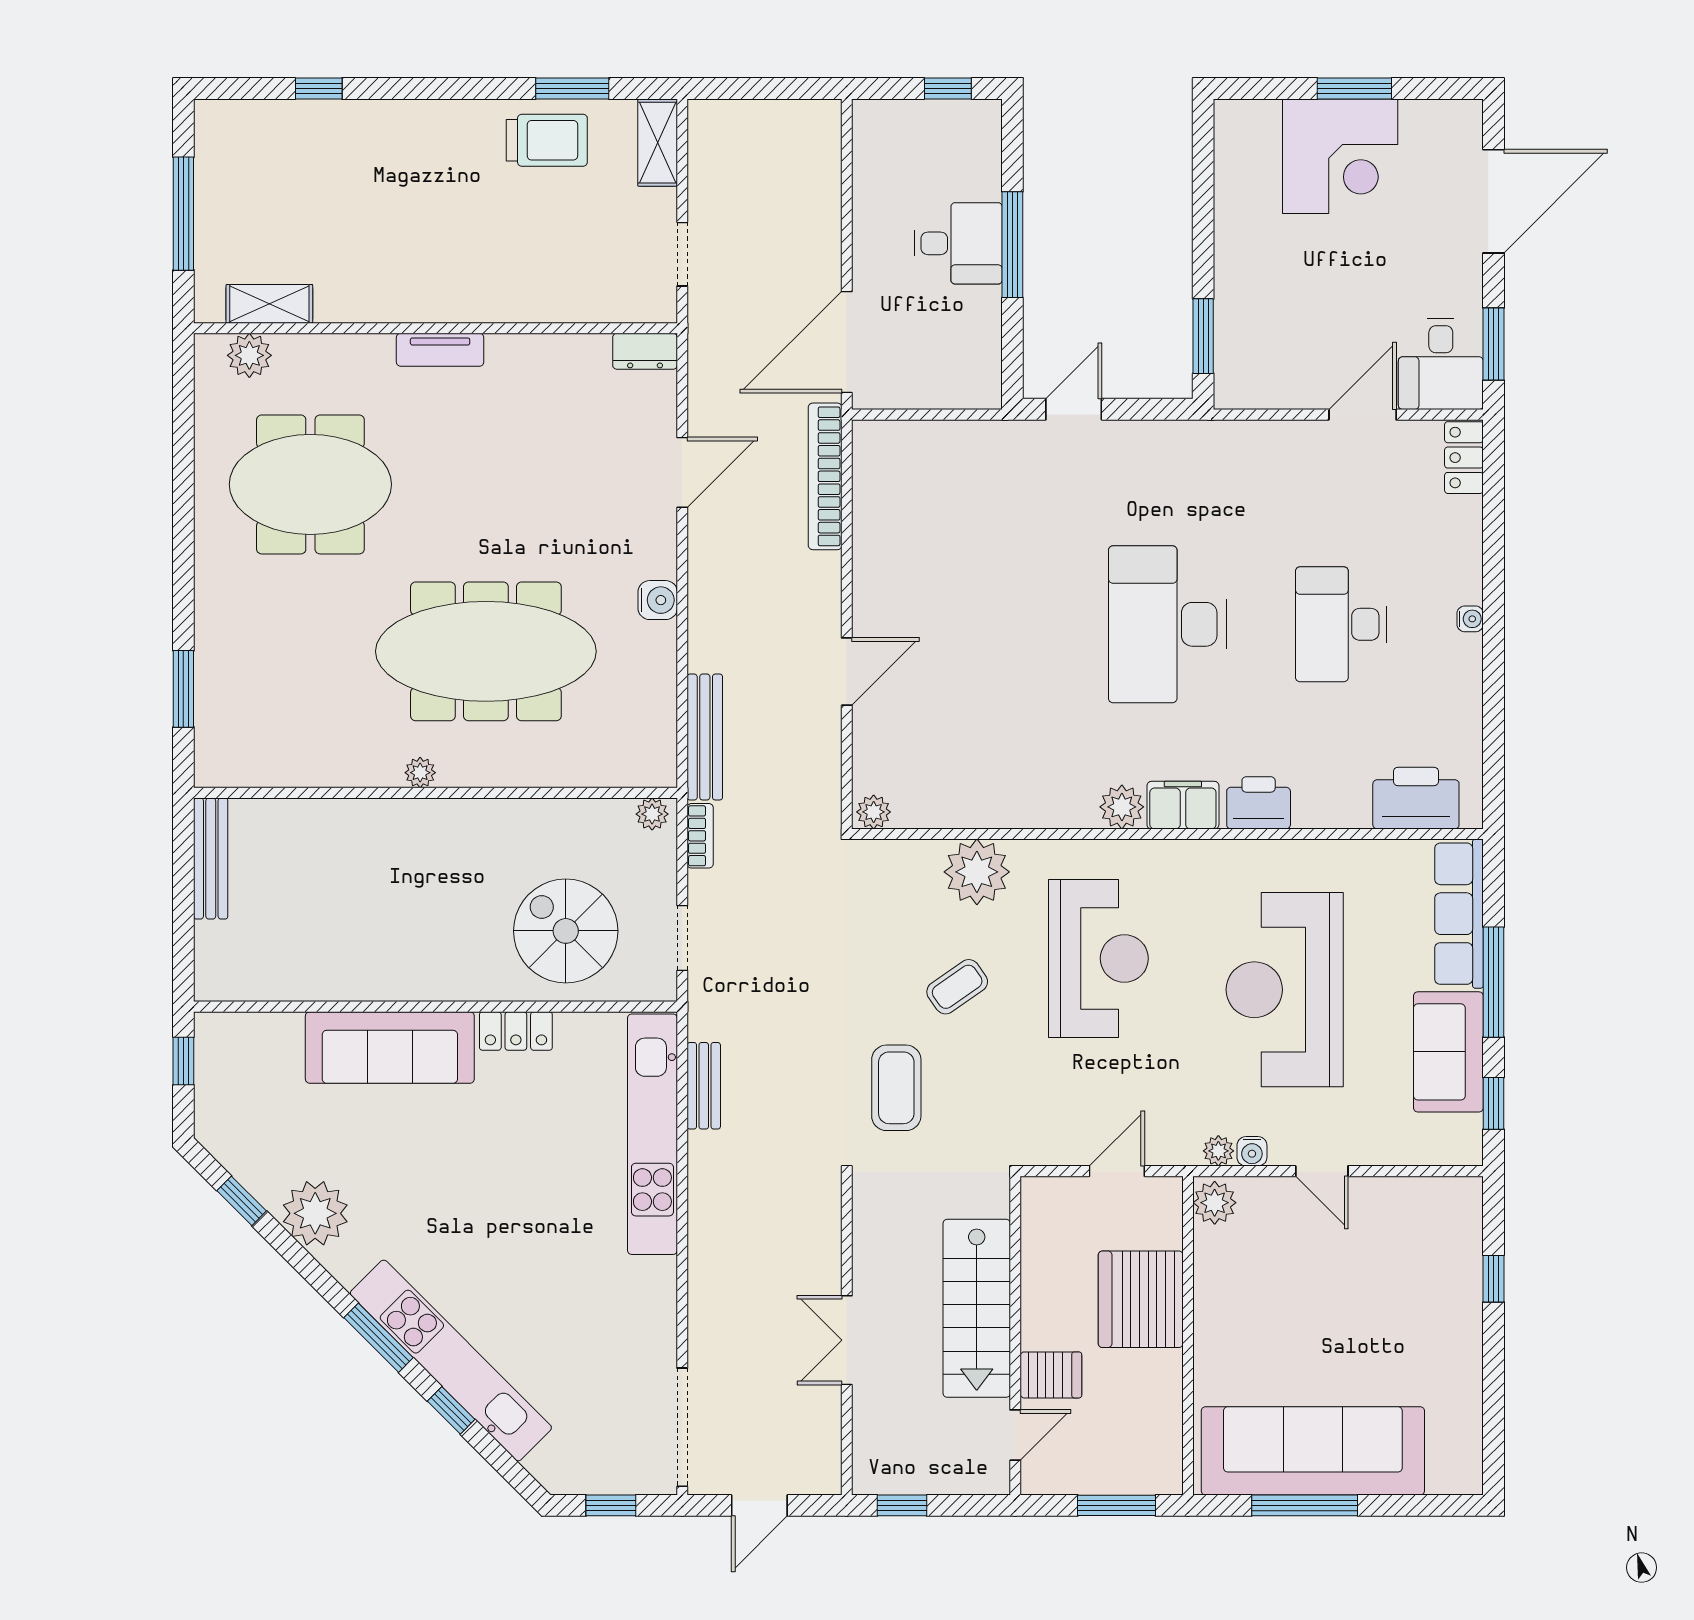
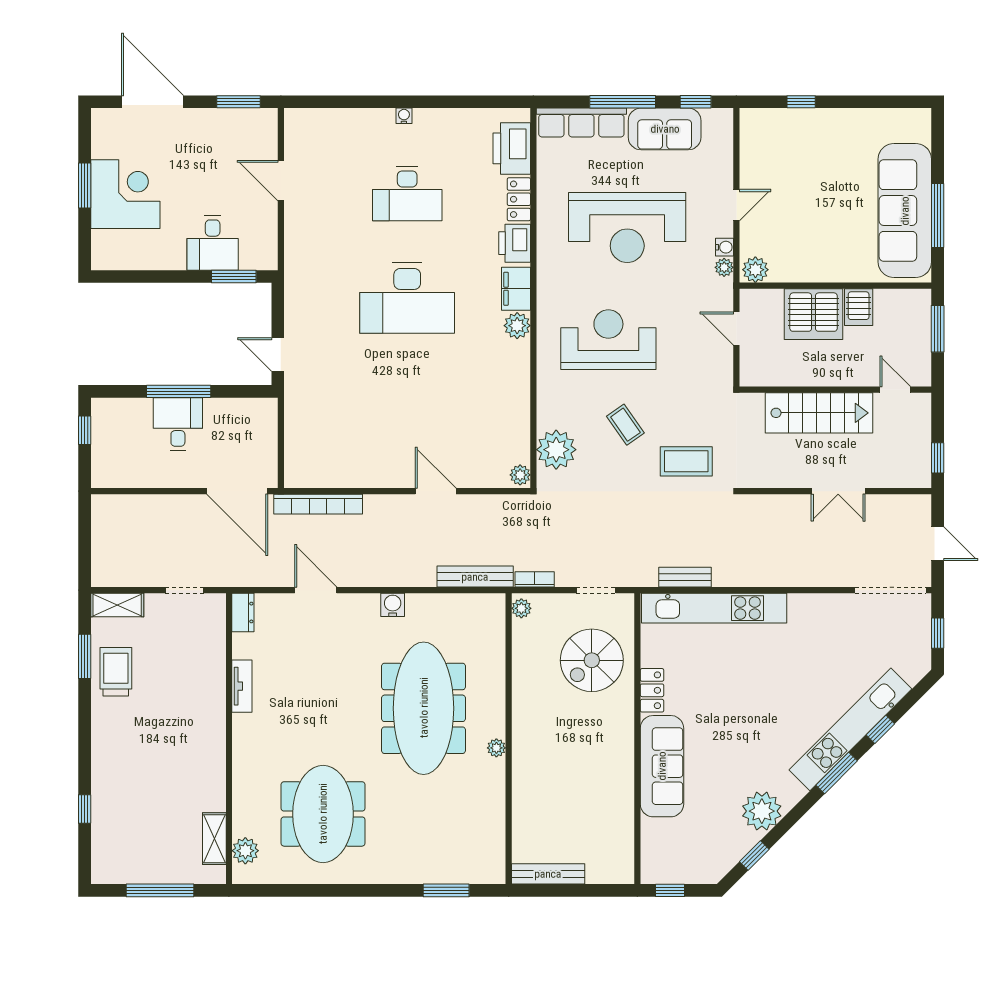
tv unit: (440, 350) -> (242, 686), moved
desk: (1441, 364) -> (213, 243), moved, turned 90
locker: (1464, 458) -> (519, 199), moved, turned 90
plant: (977, 872) -> (556, 450), moved
server rack: (1051, 1375) -> (859, 307), moved, turned 180

